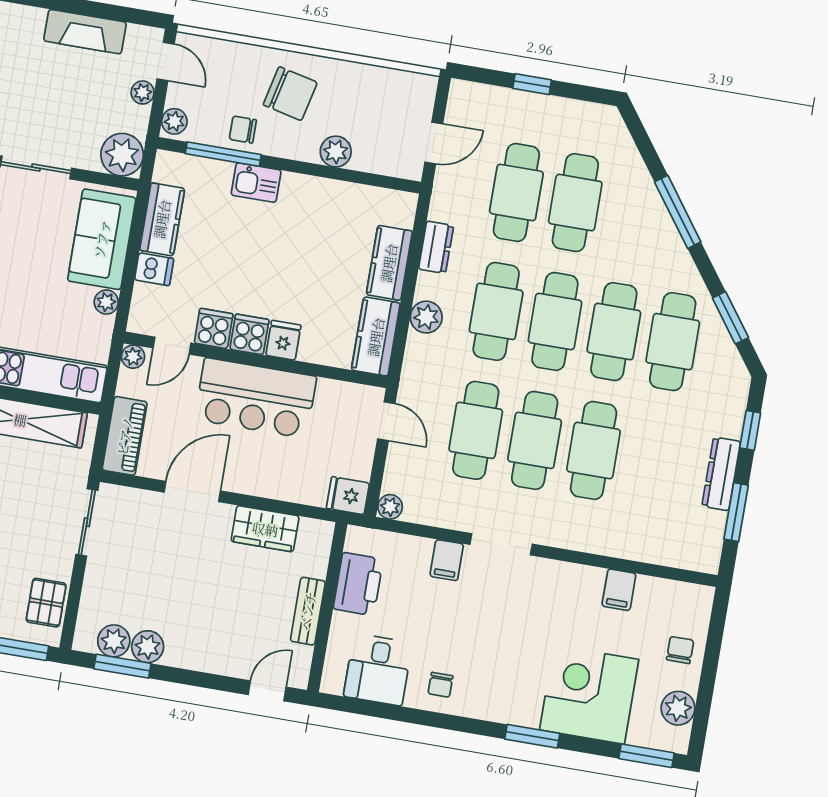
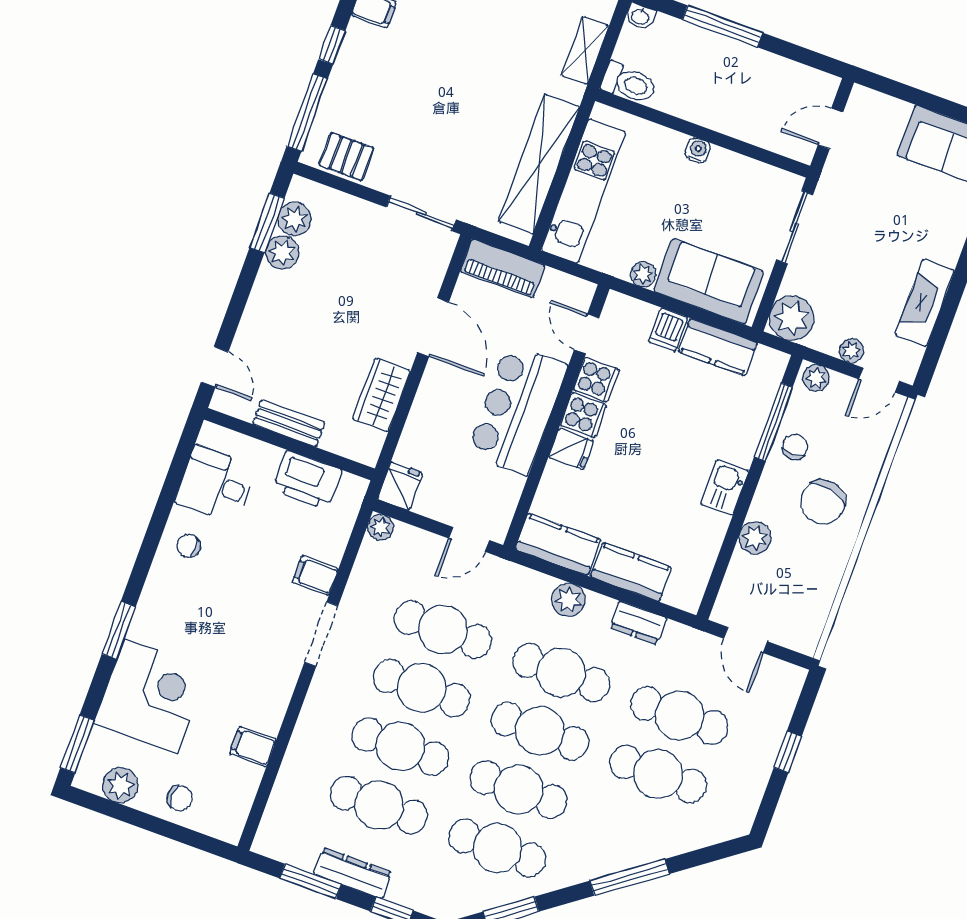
kitchen sink: (256, 183) -> (725, 487), moved
plant: (133, 357) -> (582, 292), removed
cafe table: (652, 461) -> (379, 805), added

